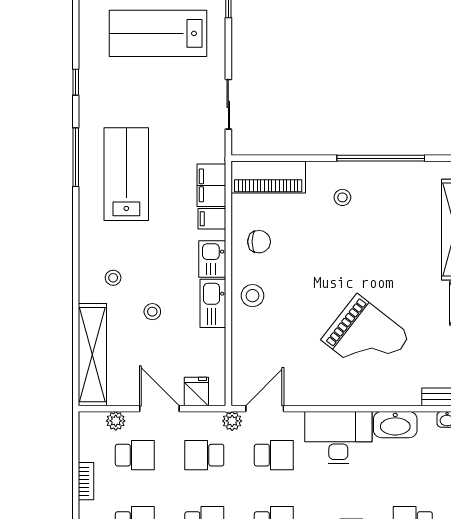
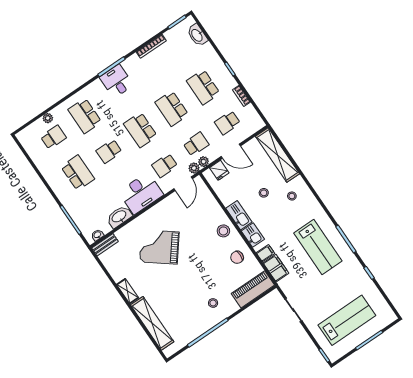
plant: (116, 421) -> (204, 162), moved

